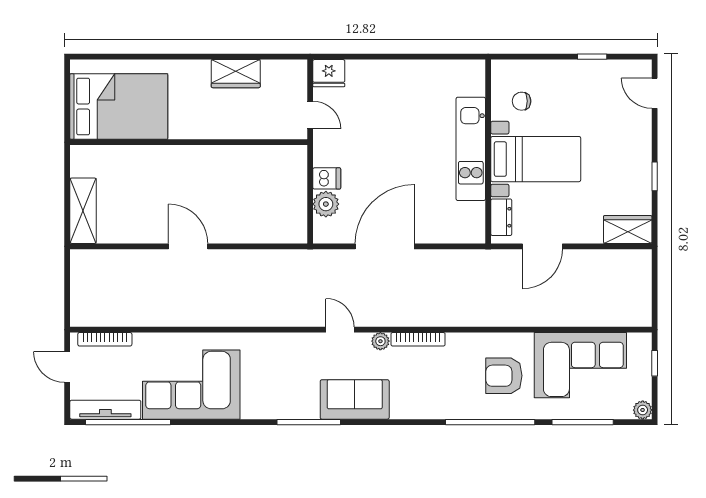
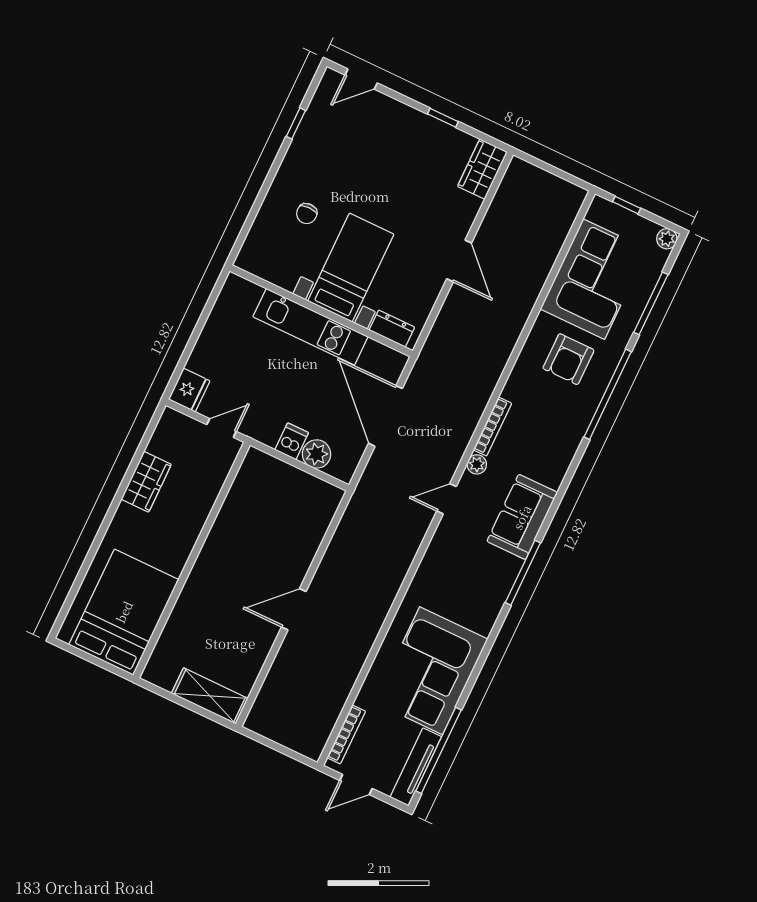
kitchen unit: (471, 149) -> (310, 327), moved
wall: (488, 151) -> (321, 311), moved
bed with nightstands: (536, 159) -> (351, 268), moved
dresser: (501, 217) -> (392, 329), moved

